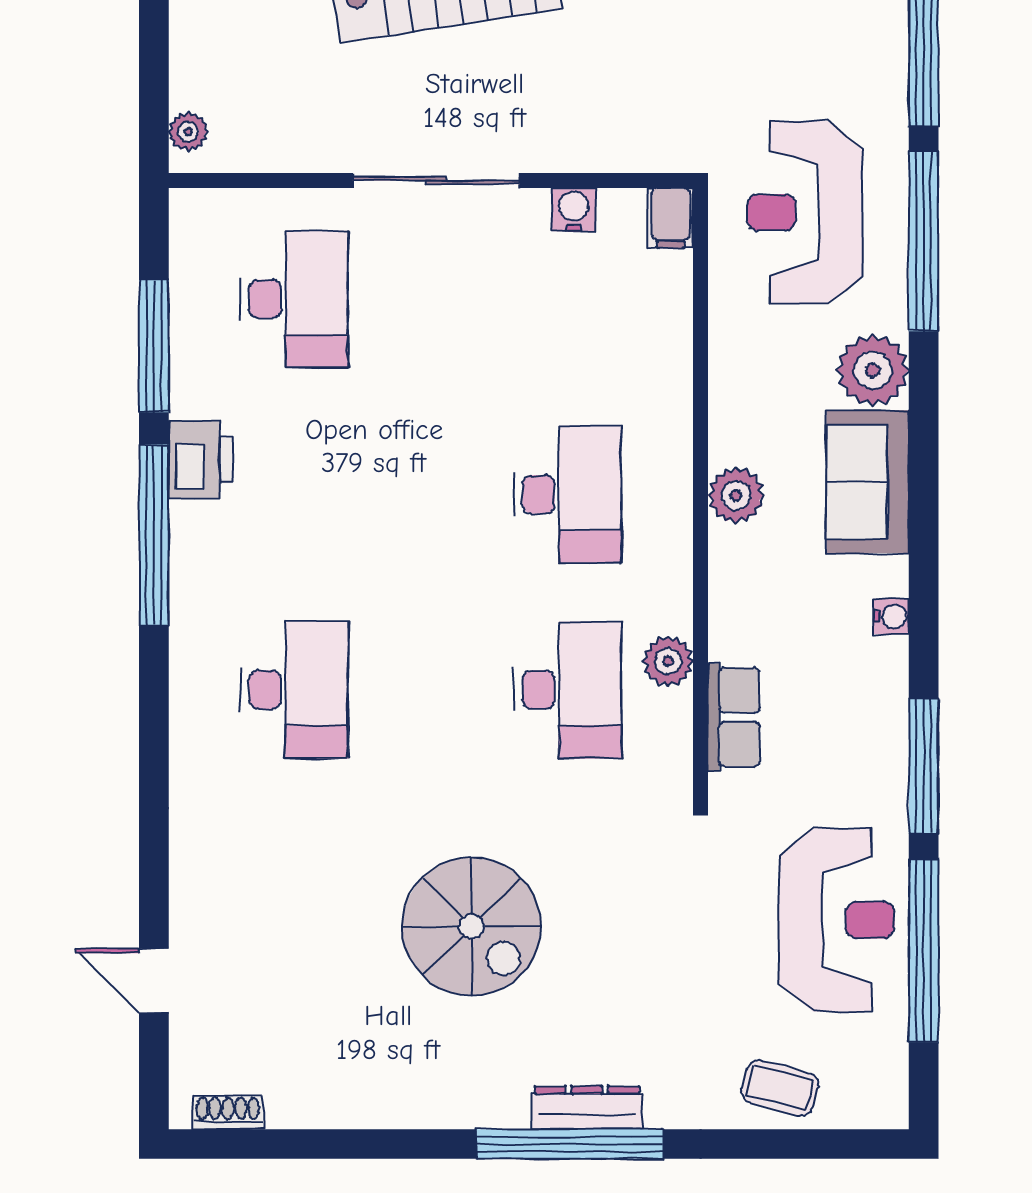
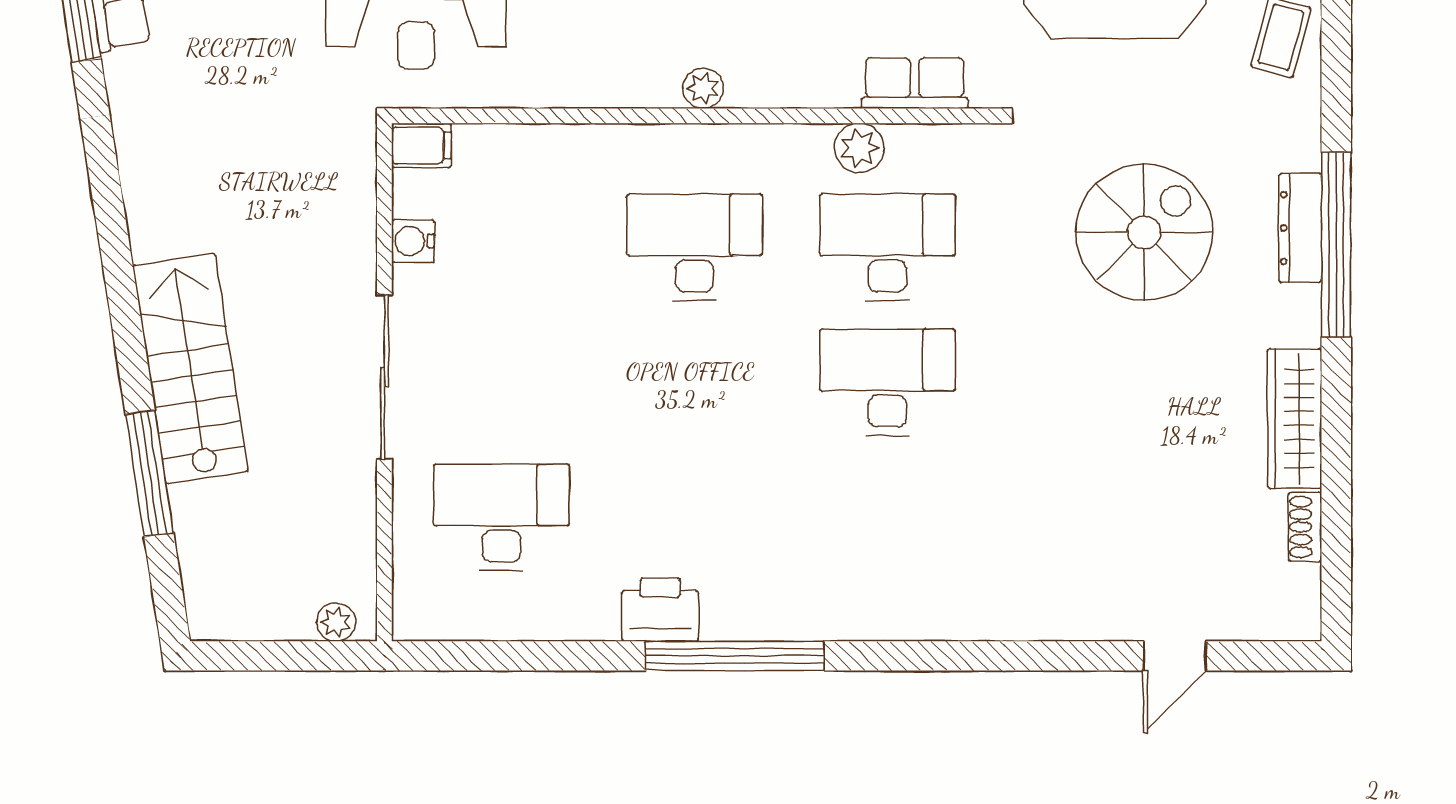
window: (154, 346) -> (548, 656), removed
plant: (736, 495) -> (703, 88), width x0.73, depth x0.73
desk: (294, 690) -> (887, 382), moved
spiral stairs: (472, 927) -> (1144, 232), moved
wardrobe: (394, 1102) -> (1295, 419), added
shoe rack: (228, 1112) -> (1305, 527), moved

